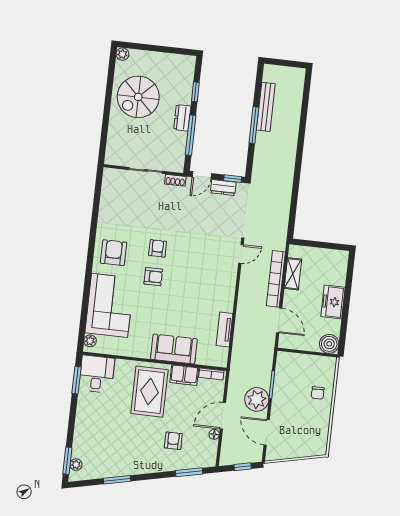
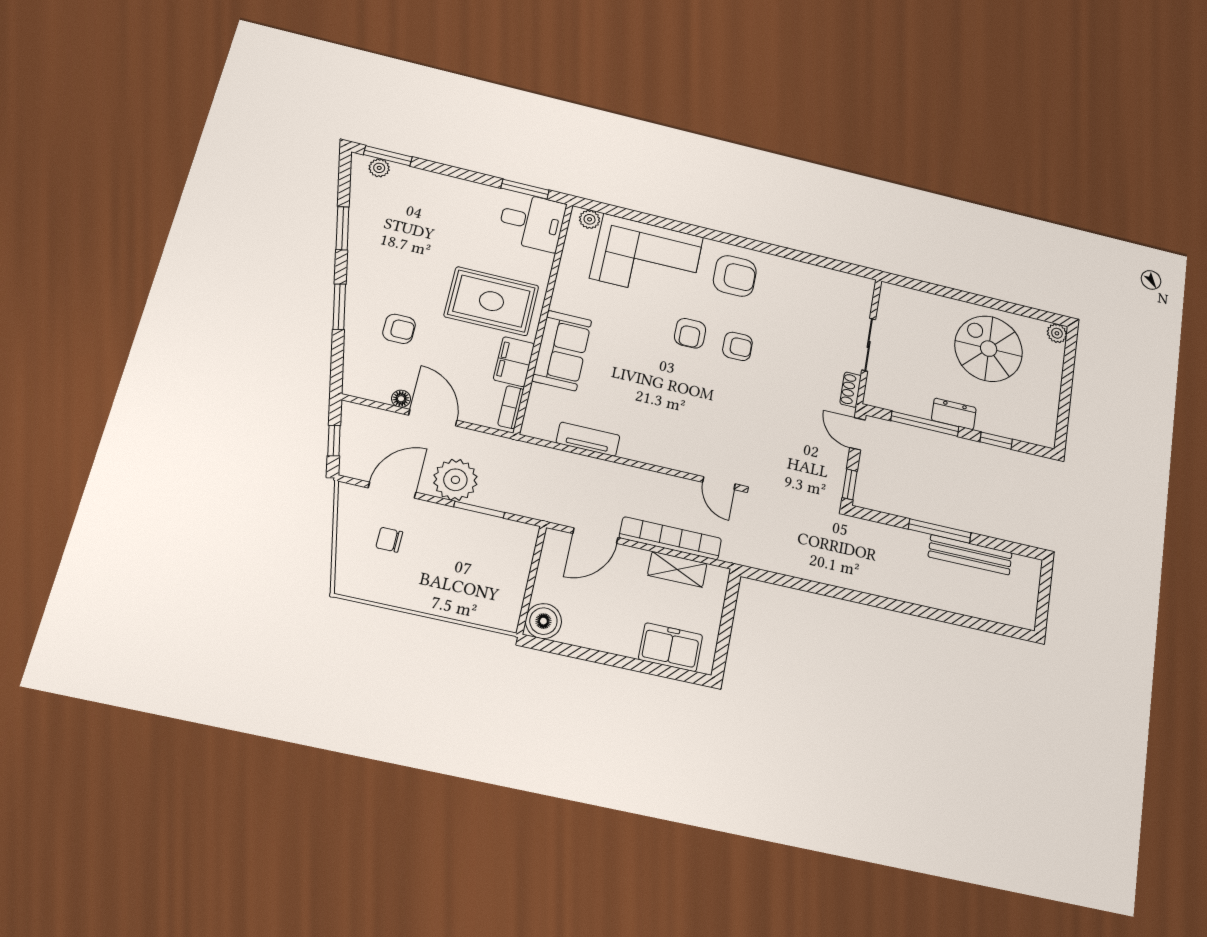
dresser: (223, 188) -> (835, 467), removed
freezer: (333, 302) -> (671, 647), moved
chair: (318, 393) -> (389, 540), moved
window: (189, 472) -> (339, 307), moved

